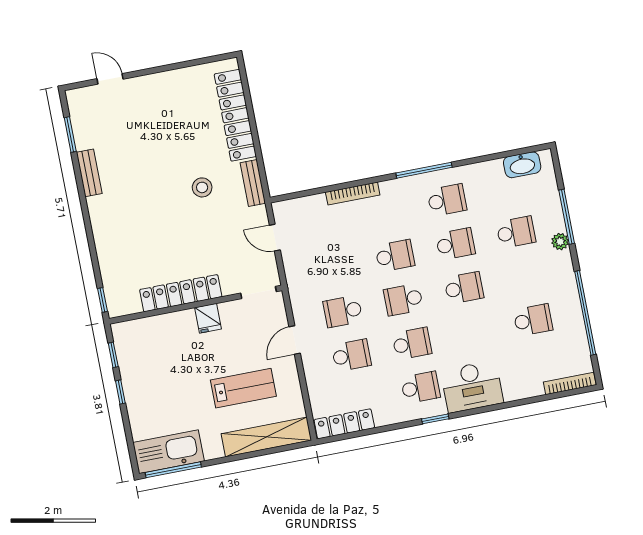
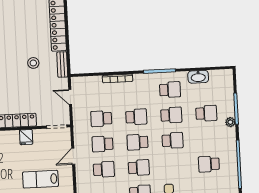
washbasin: (522, 165) -> (198, 77), moved
school desk: (334, 267) -> (101, 119), added
school desk: (533, 320) -> (209, 164), turned 180
lab bench: (243, 388) -> (40, 179), turned 180

